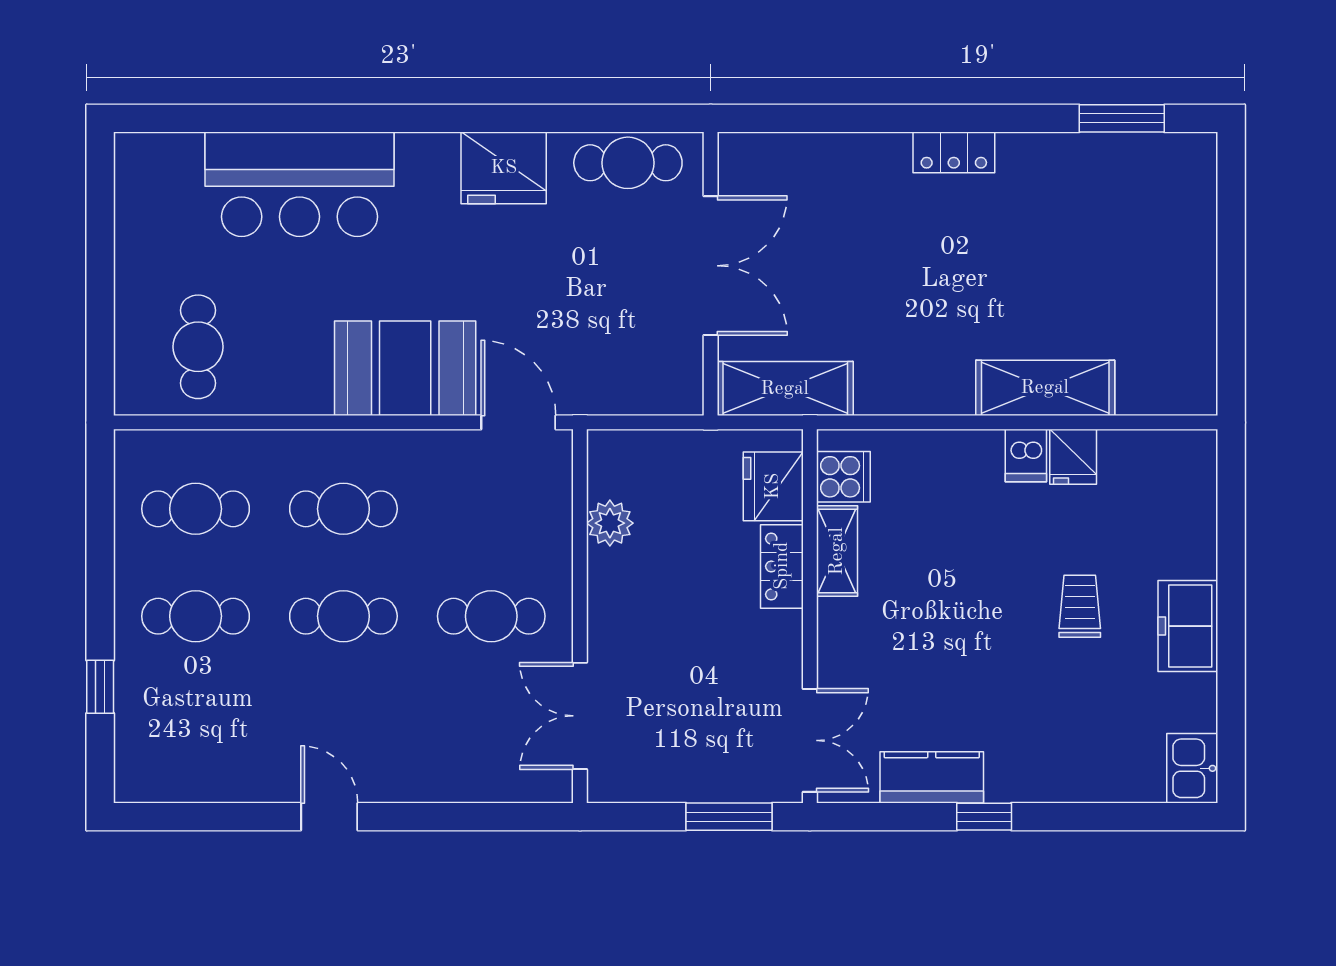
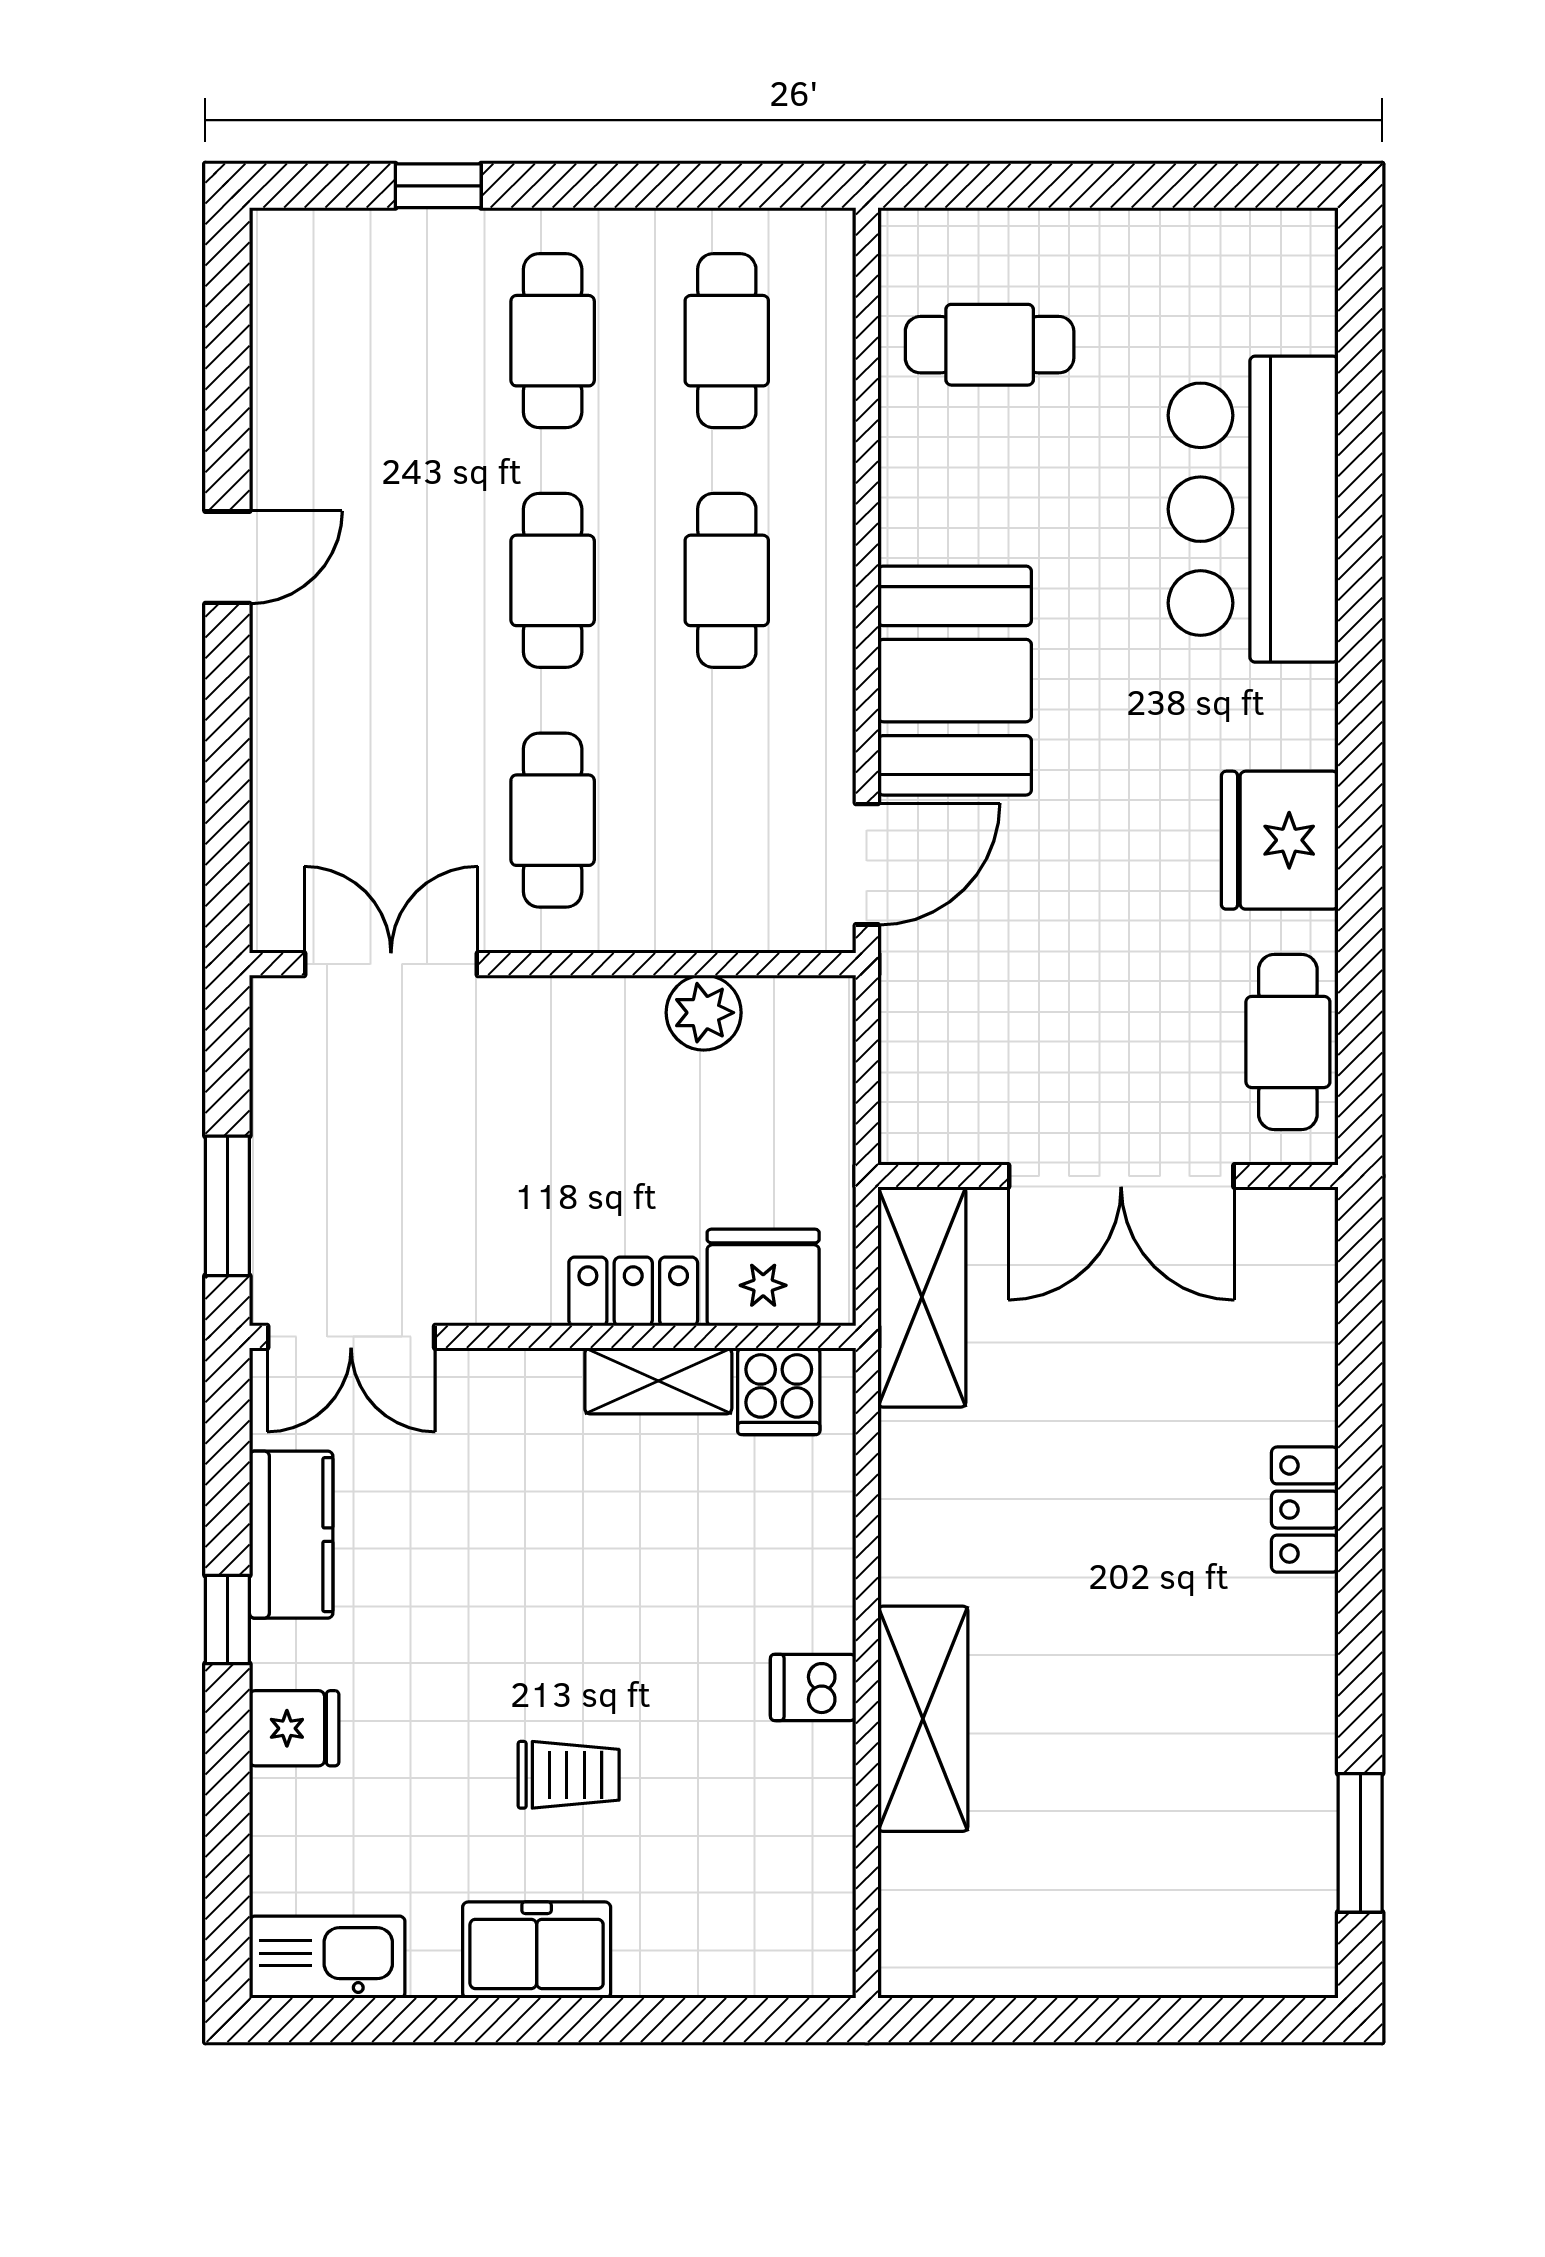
locker: (954, 152) -> (1305, 1510), moved
fridge: (1073, 457) -> (294, 1728), moved, turned 180
kitchen sink: (1192, 768) -> (327, 1957), width x1.38

